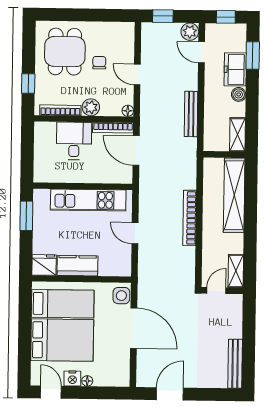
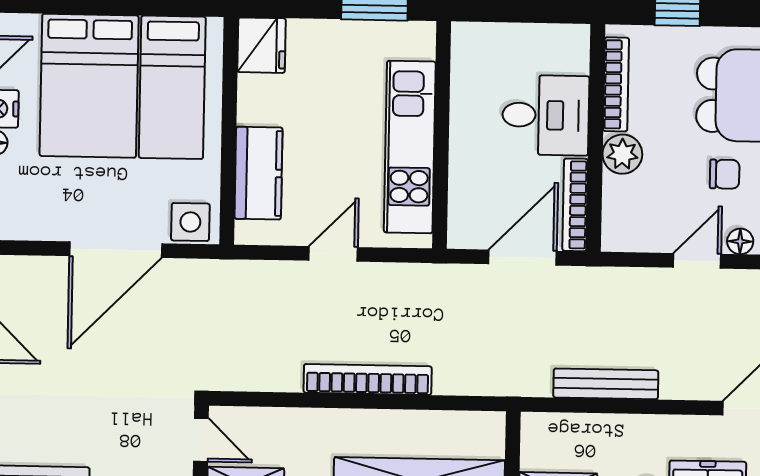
floor lamp: (128, 111) -> (740, 241), moved
kitchen counter: (77, 266) -> (258, 173), moved

